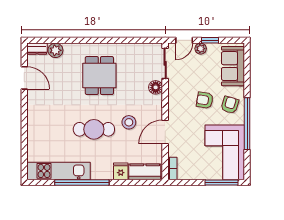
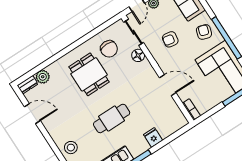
chair: (133, 64) -> (109, 49), added
armchair: (205, 100) -> (170, 39), moved
stool: (129, 122) -> (71, 148), moved
door: (165, 132) -> (168, 85), swing flipped
kitchen counter: (145, 172) -> (172, 126), removed

